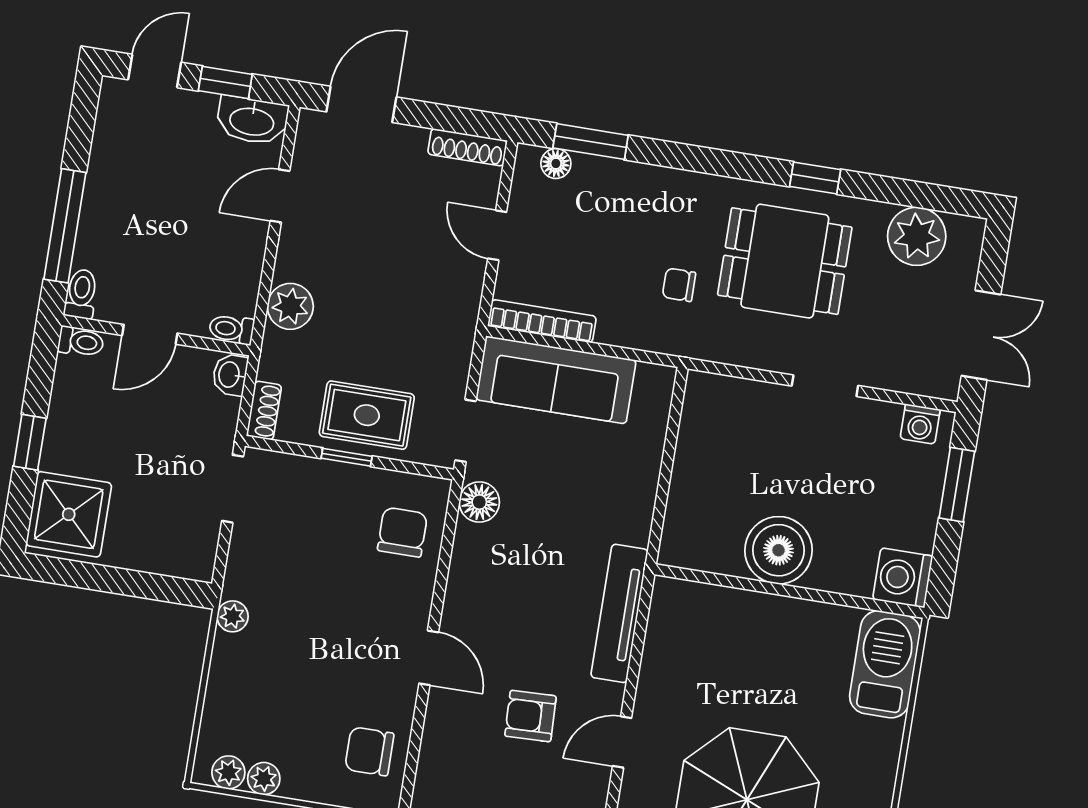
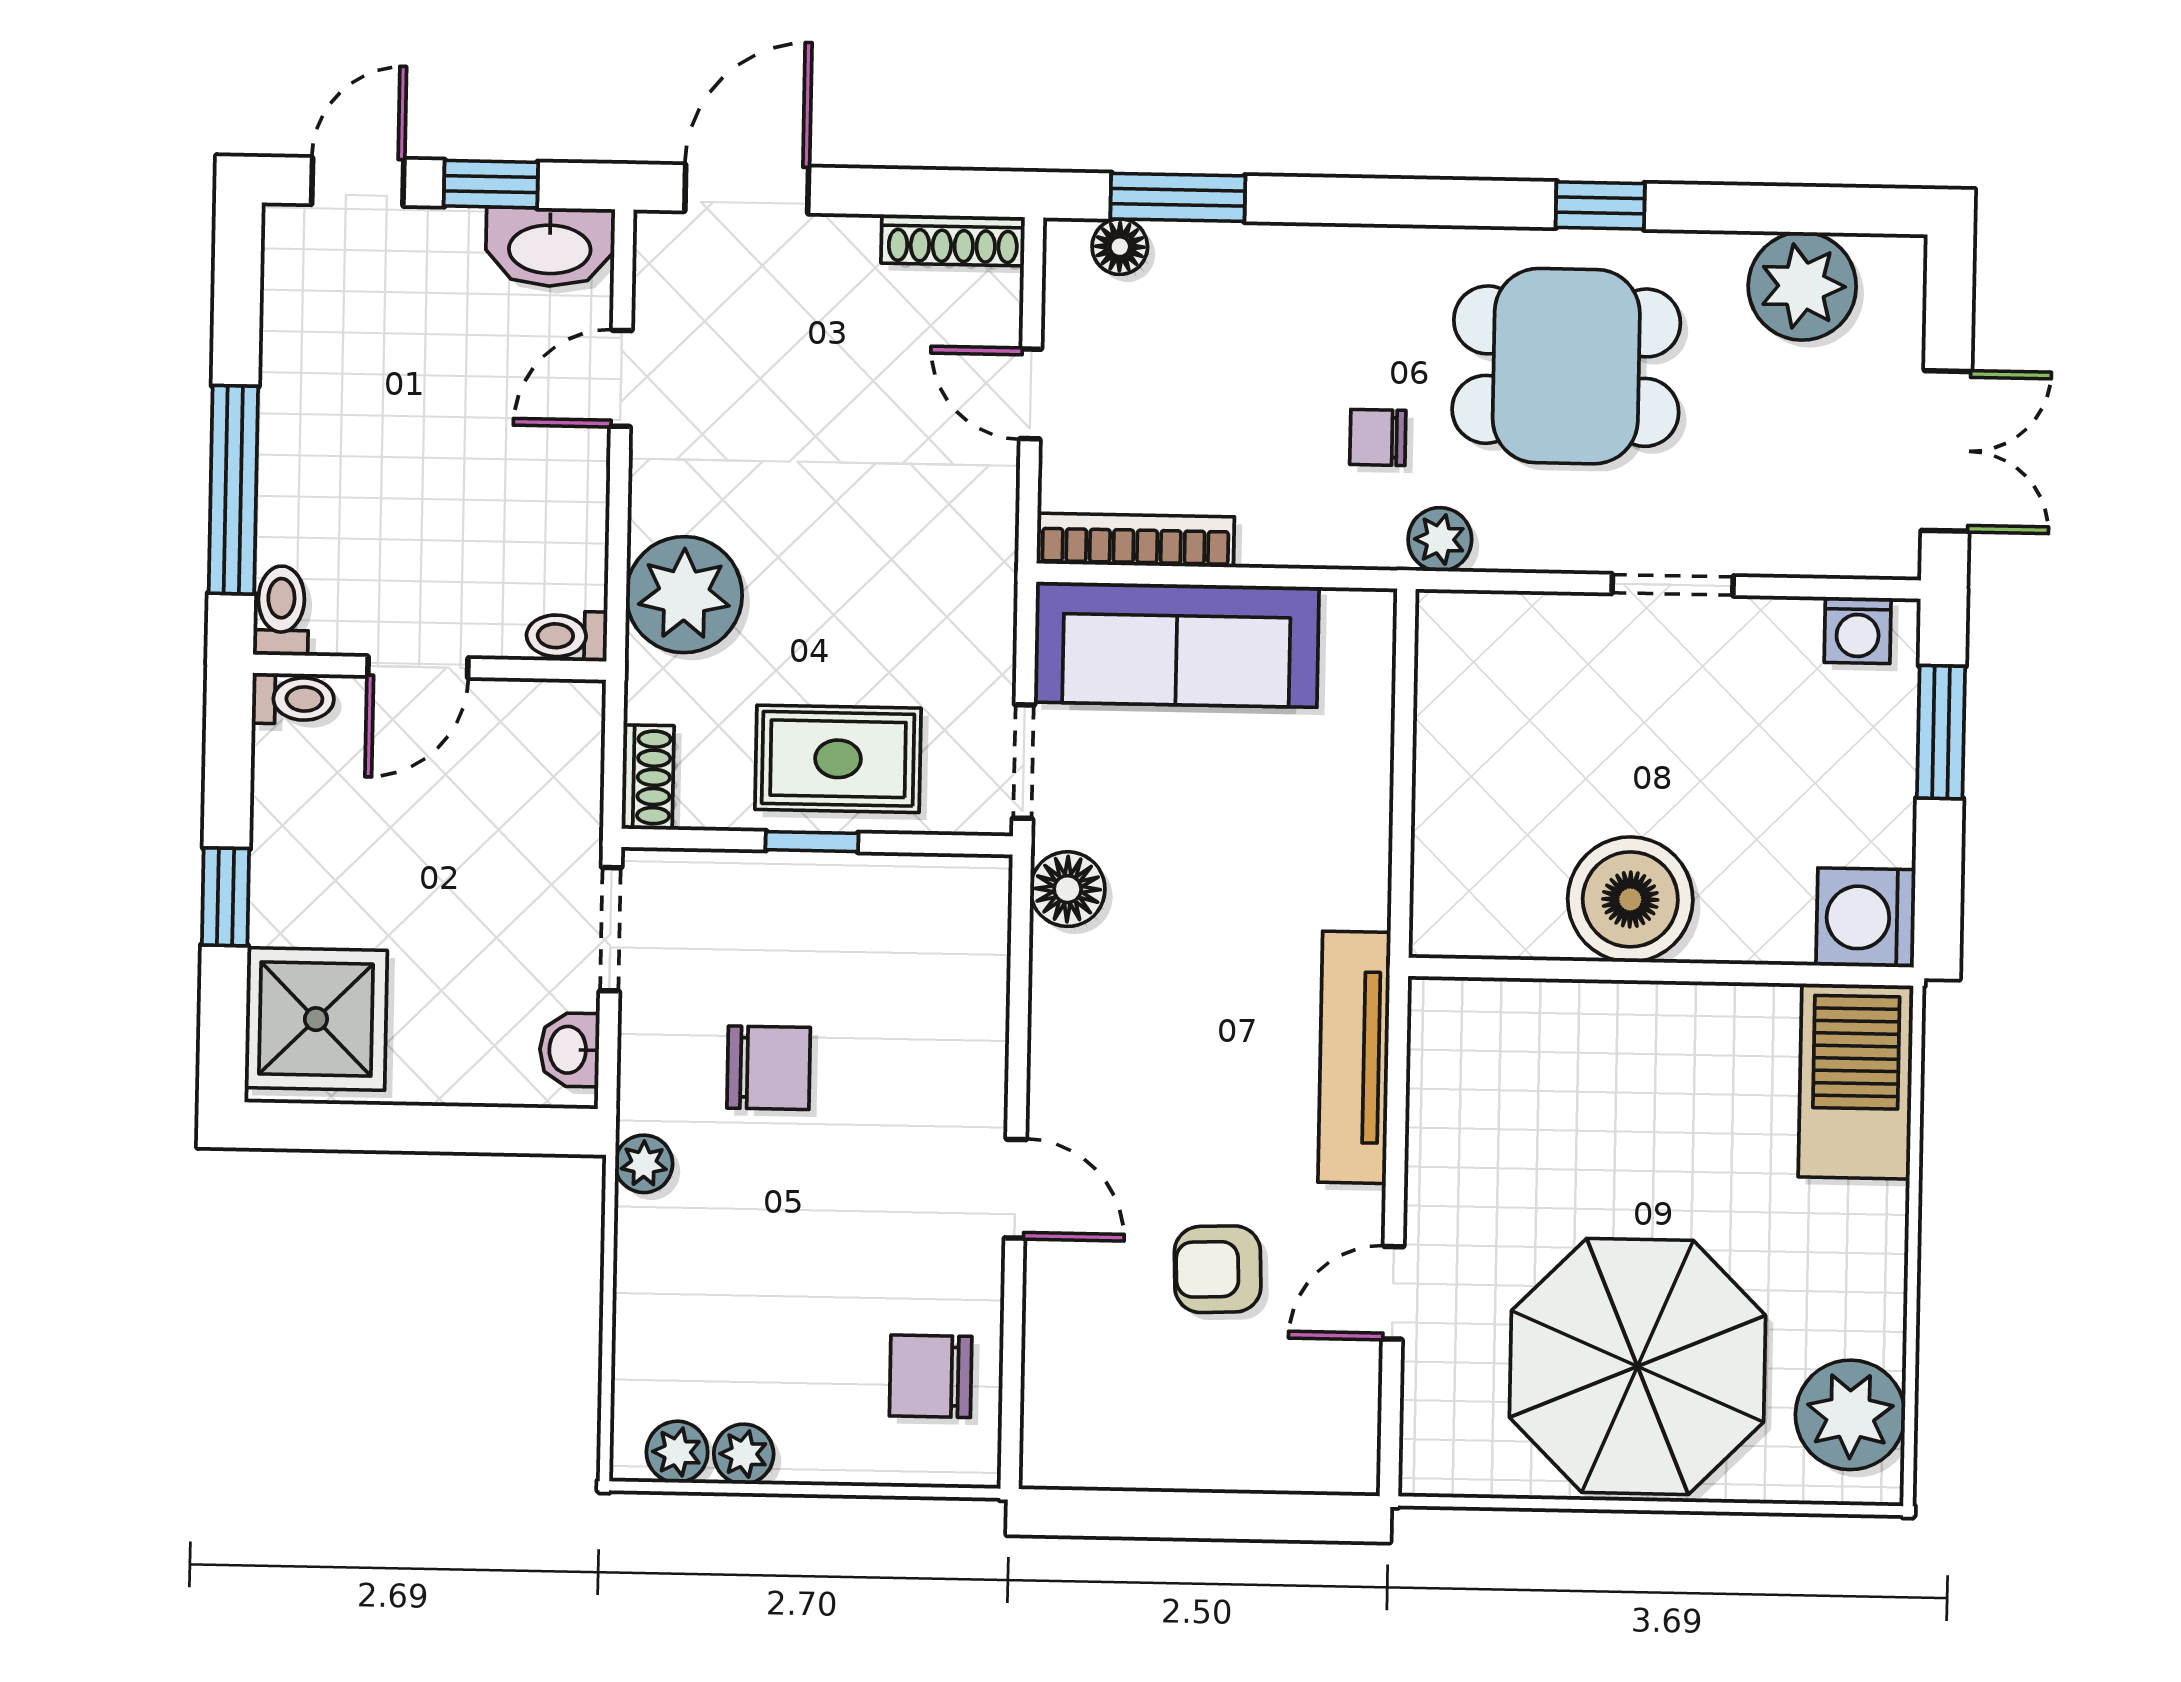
plant: (290, 306) -> (684, 595), width x1.36, depth x1.36
plant: (704, 344) -> (1440, 539), added
washbasin: (230, 375) -> (569, 1050), moved
chair: (402, 532) -> (769, 1068), moved, turned 90

